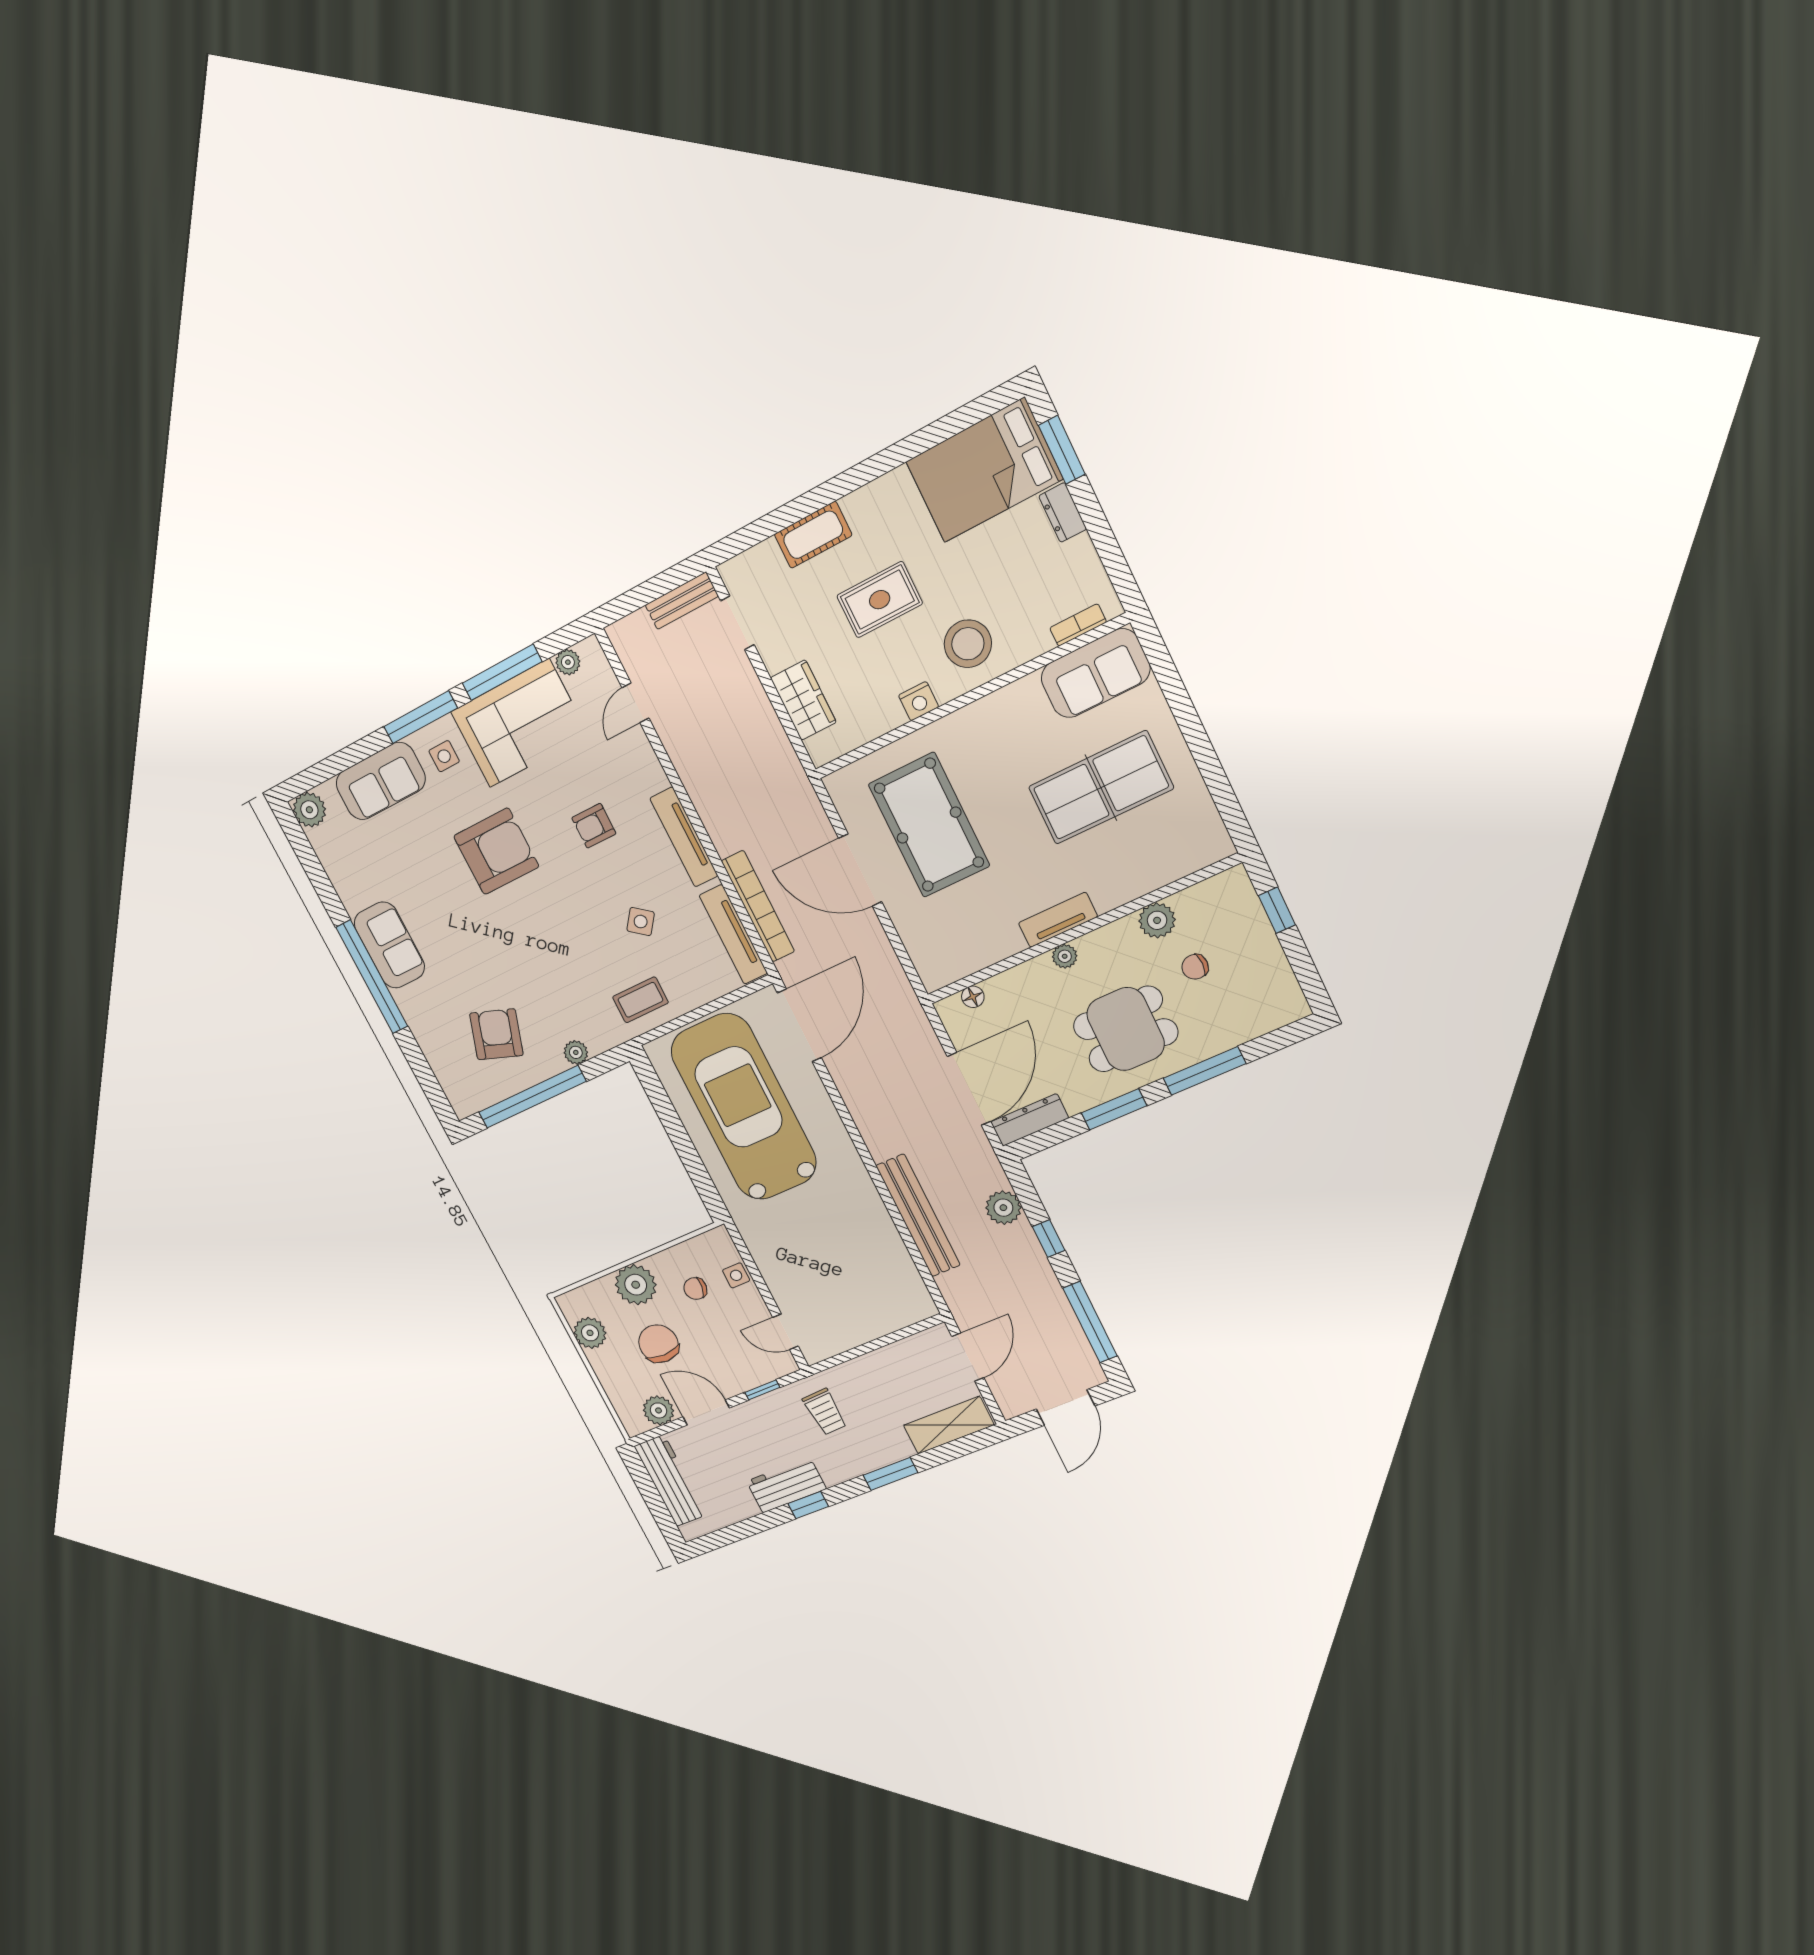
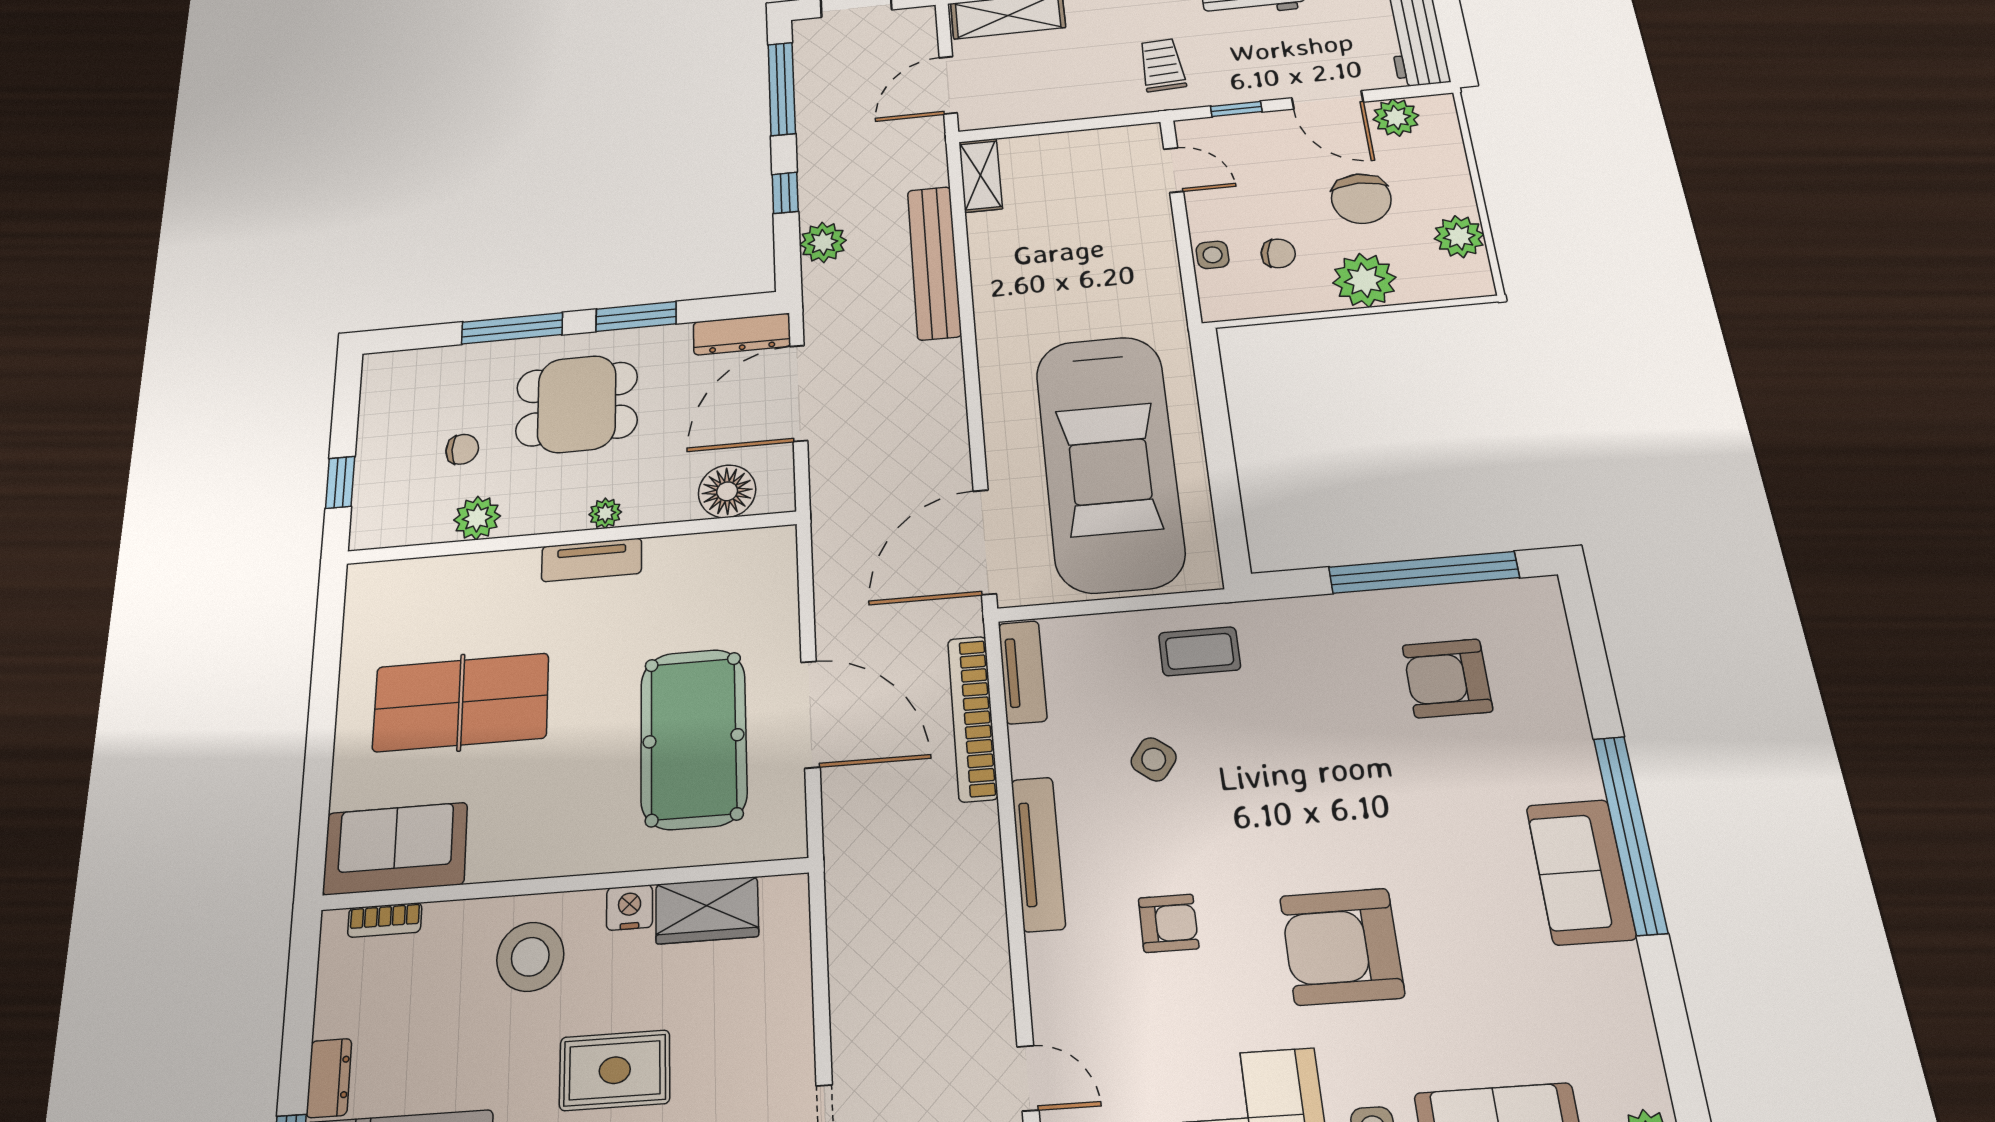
wardrobe: (803, 700) -> (707, 910), moved, turned -90
door: (636, 703) -> (1028, 1078), hinge flipped
tv unit: (733, 934) -> (1023, 672), width x0.71
floor lamp: (973, 997) -> (727, 491), width x1.89, depth x1.89
armchair: (496, 1034) -> (1447, 678), turned 71
plant: (576, 1052) -> (1329, 612), removed
shelving: (914, 1292) -> (981, 175), added

